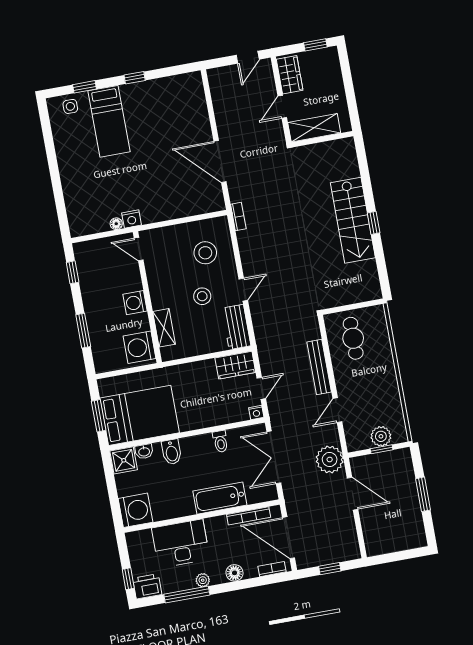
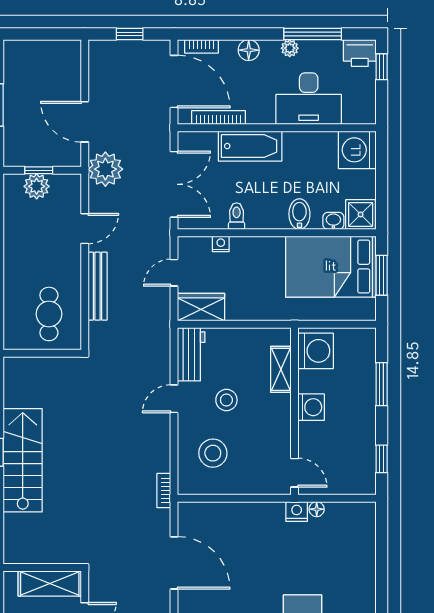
nightstand: (256, 412) -> (221, 244), moved

